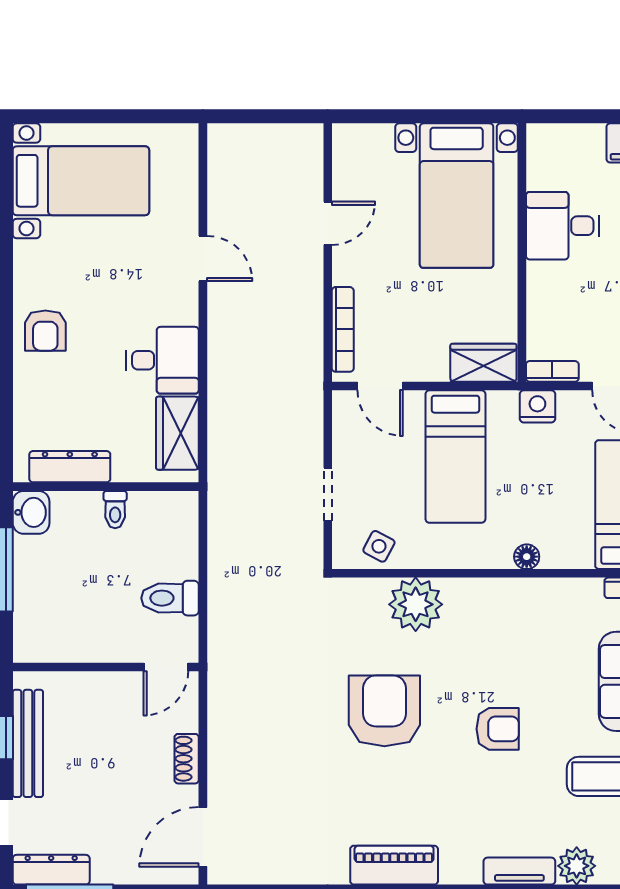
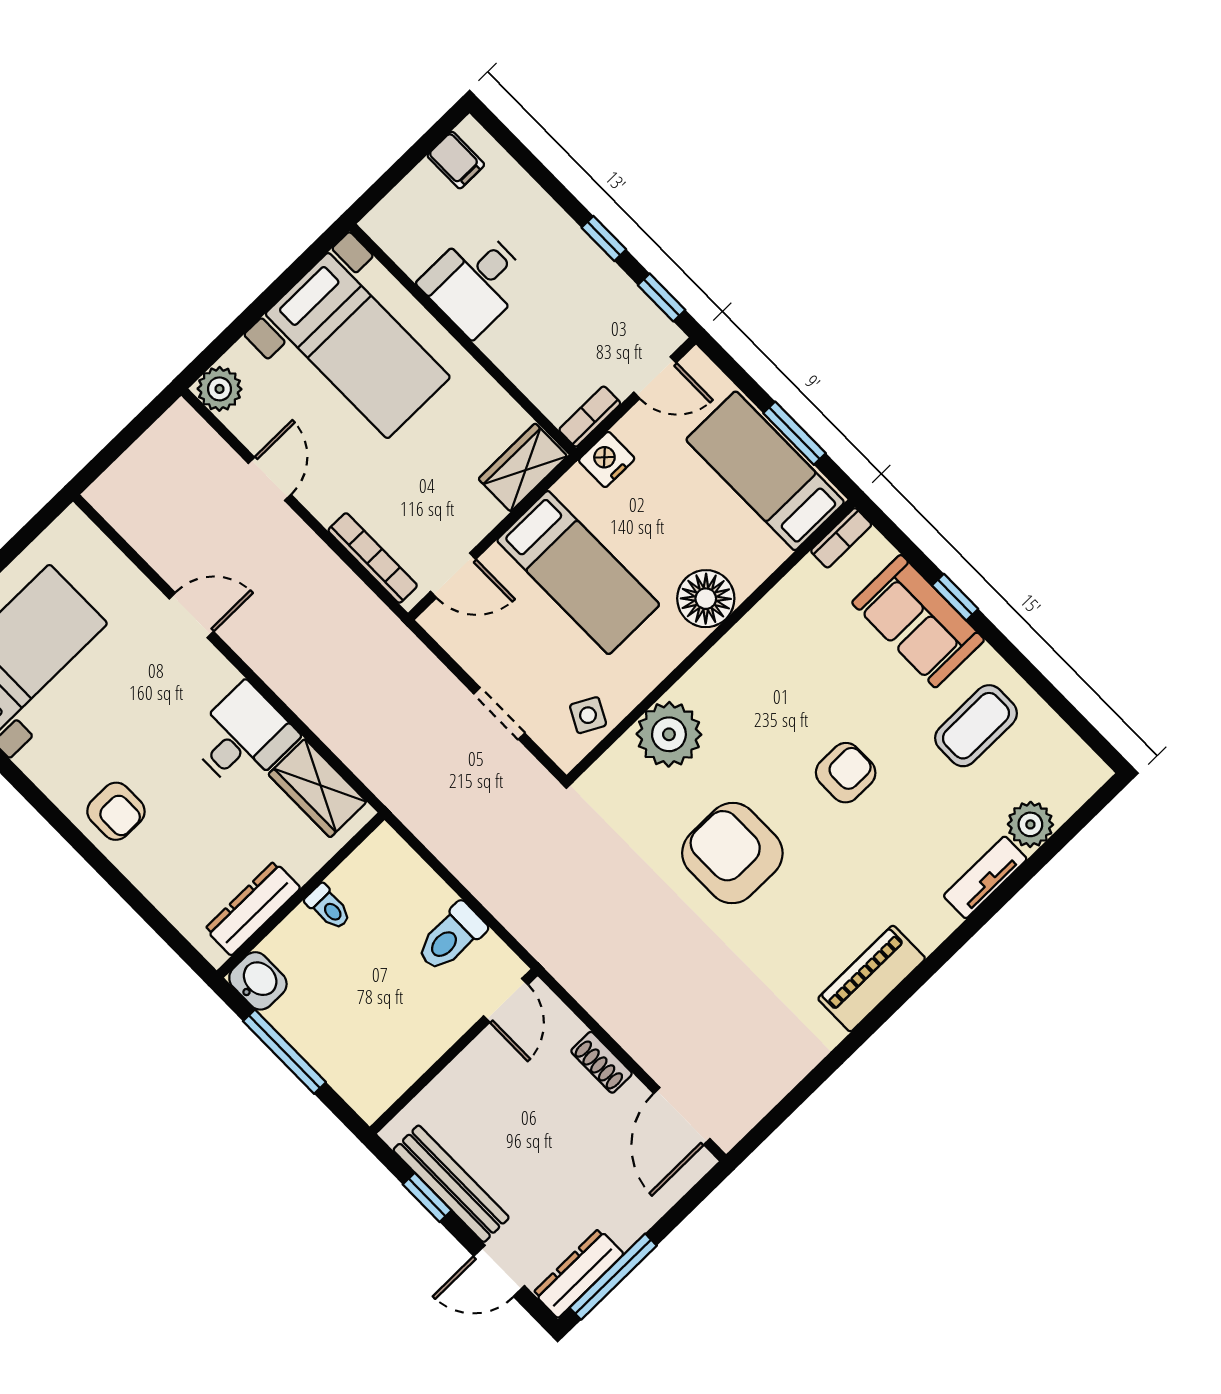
plant: (350, 141) -> (220, 389), added
floor lamp: (527, 557) -> (706, 599), width x1.89, depth x1.89

